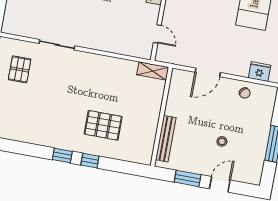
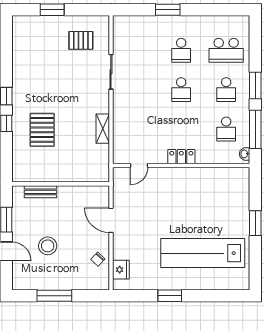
shelving: (153, 71) -> (103, 129), moved
bench: (166, 139) -> (40, 192), width x0.73
stool: (222, 141) -> (48, 246), width x1.89, depth x1.89

